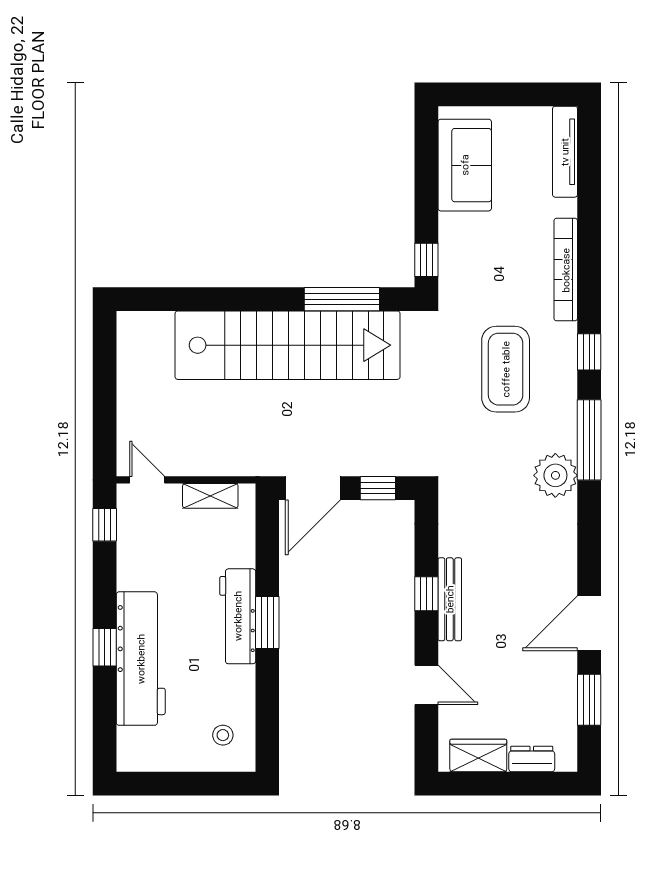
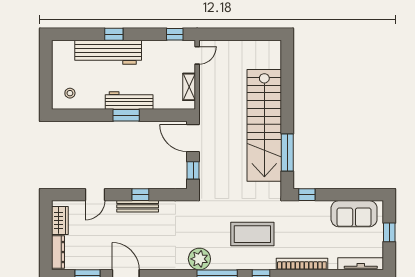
window: (502, 94) -> (389, 232), added
dresser: (532, 759) -> (58, 252), width x1.44

